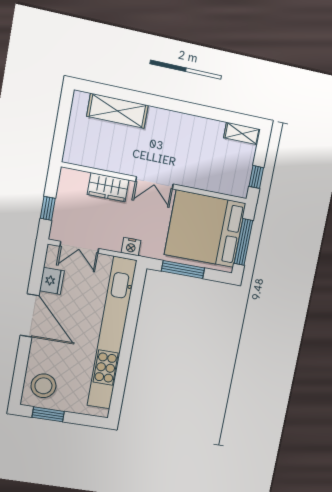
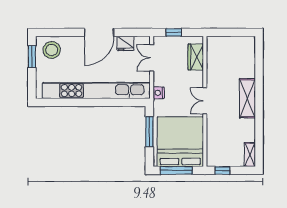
shelving: (117, 111) -> (247, 98), moved
wardrobe: (108, 187) -> (196, 57), moved

